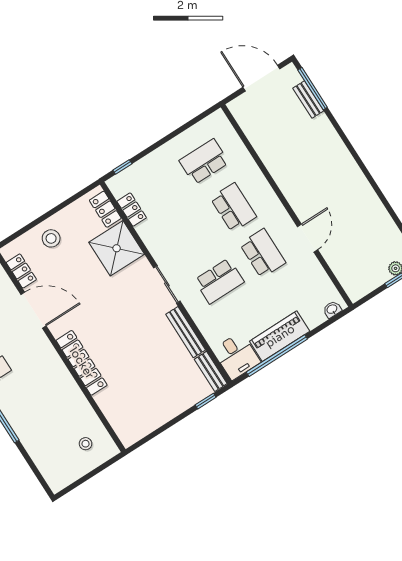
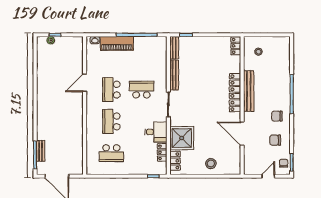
locker: (21, 271) -> (236, 46), moved
piano: (280, 336) -> (117, 43), moved
desk: (236, 356) -> (156, 132), moved, turned 90
bench: (63, 378) -> (249, 91), added

